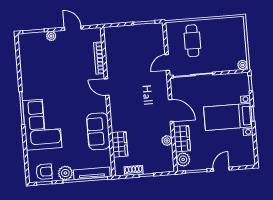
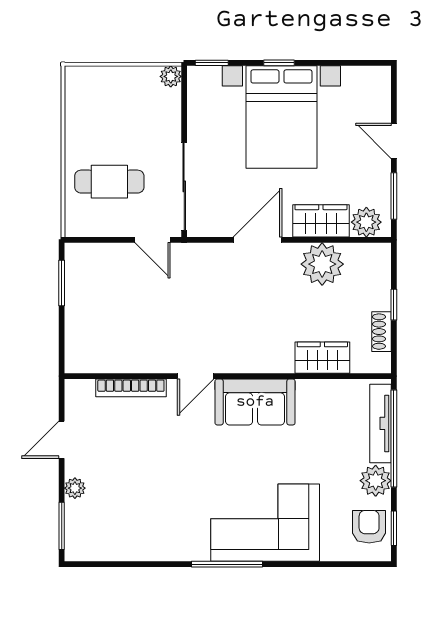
bed with nightstands: (228, 117) -> (281, 117), width x1.36
sofa: (98, 131) -> (255, 402), moved
plant: (167, 141) -> (322, 264), width x1.88, depth x1.88

